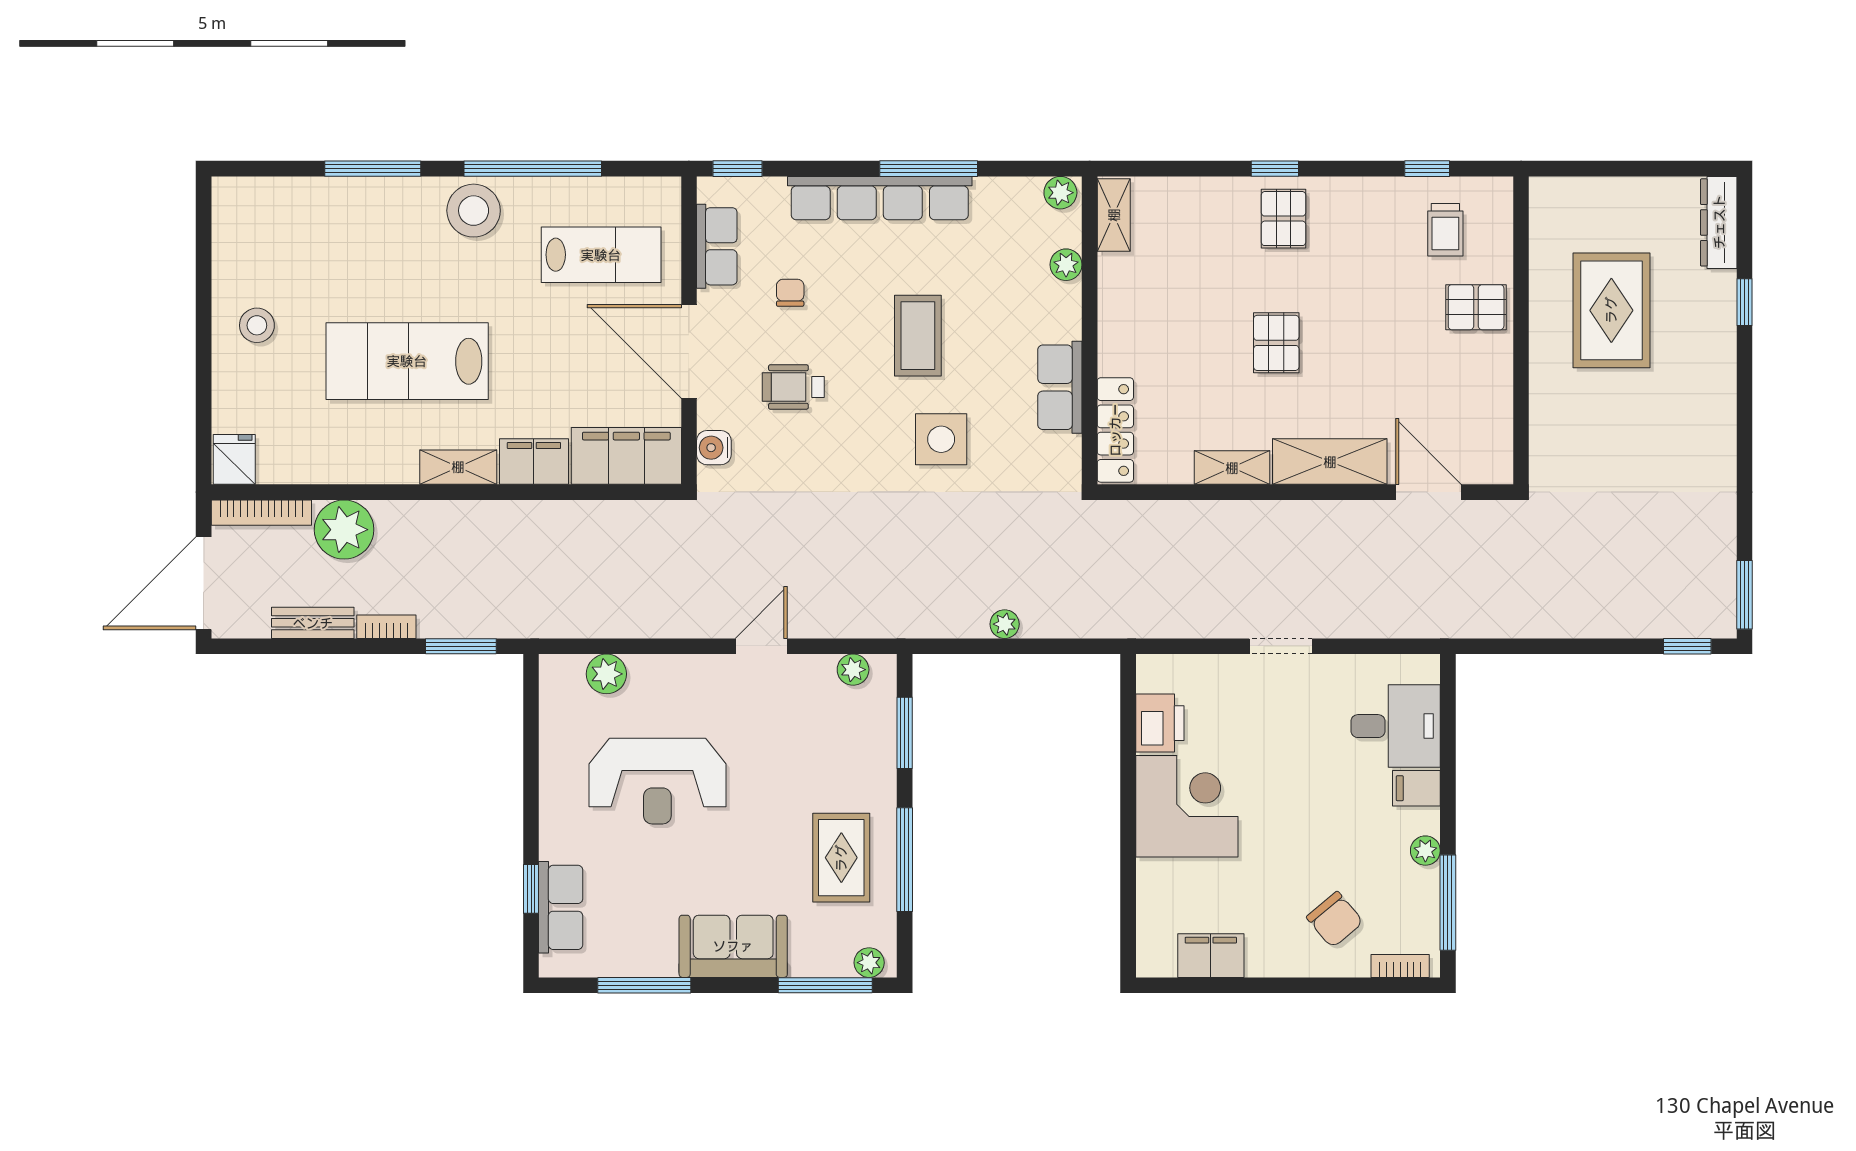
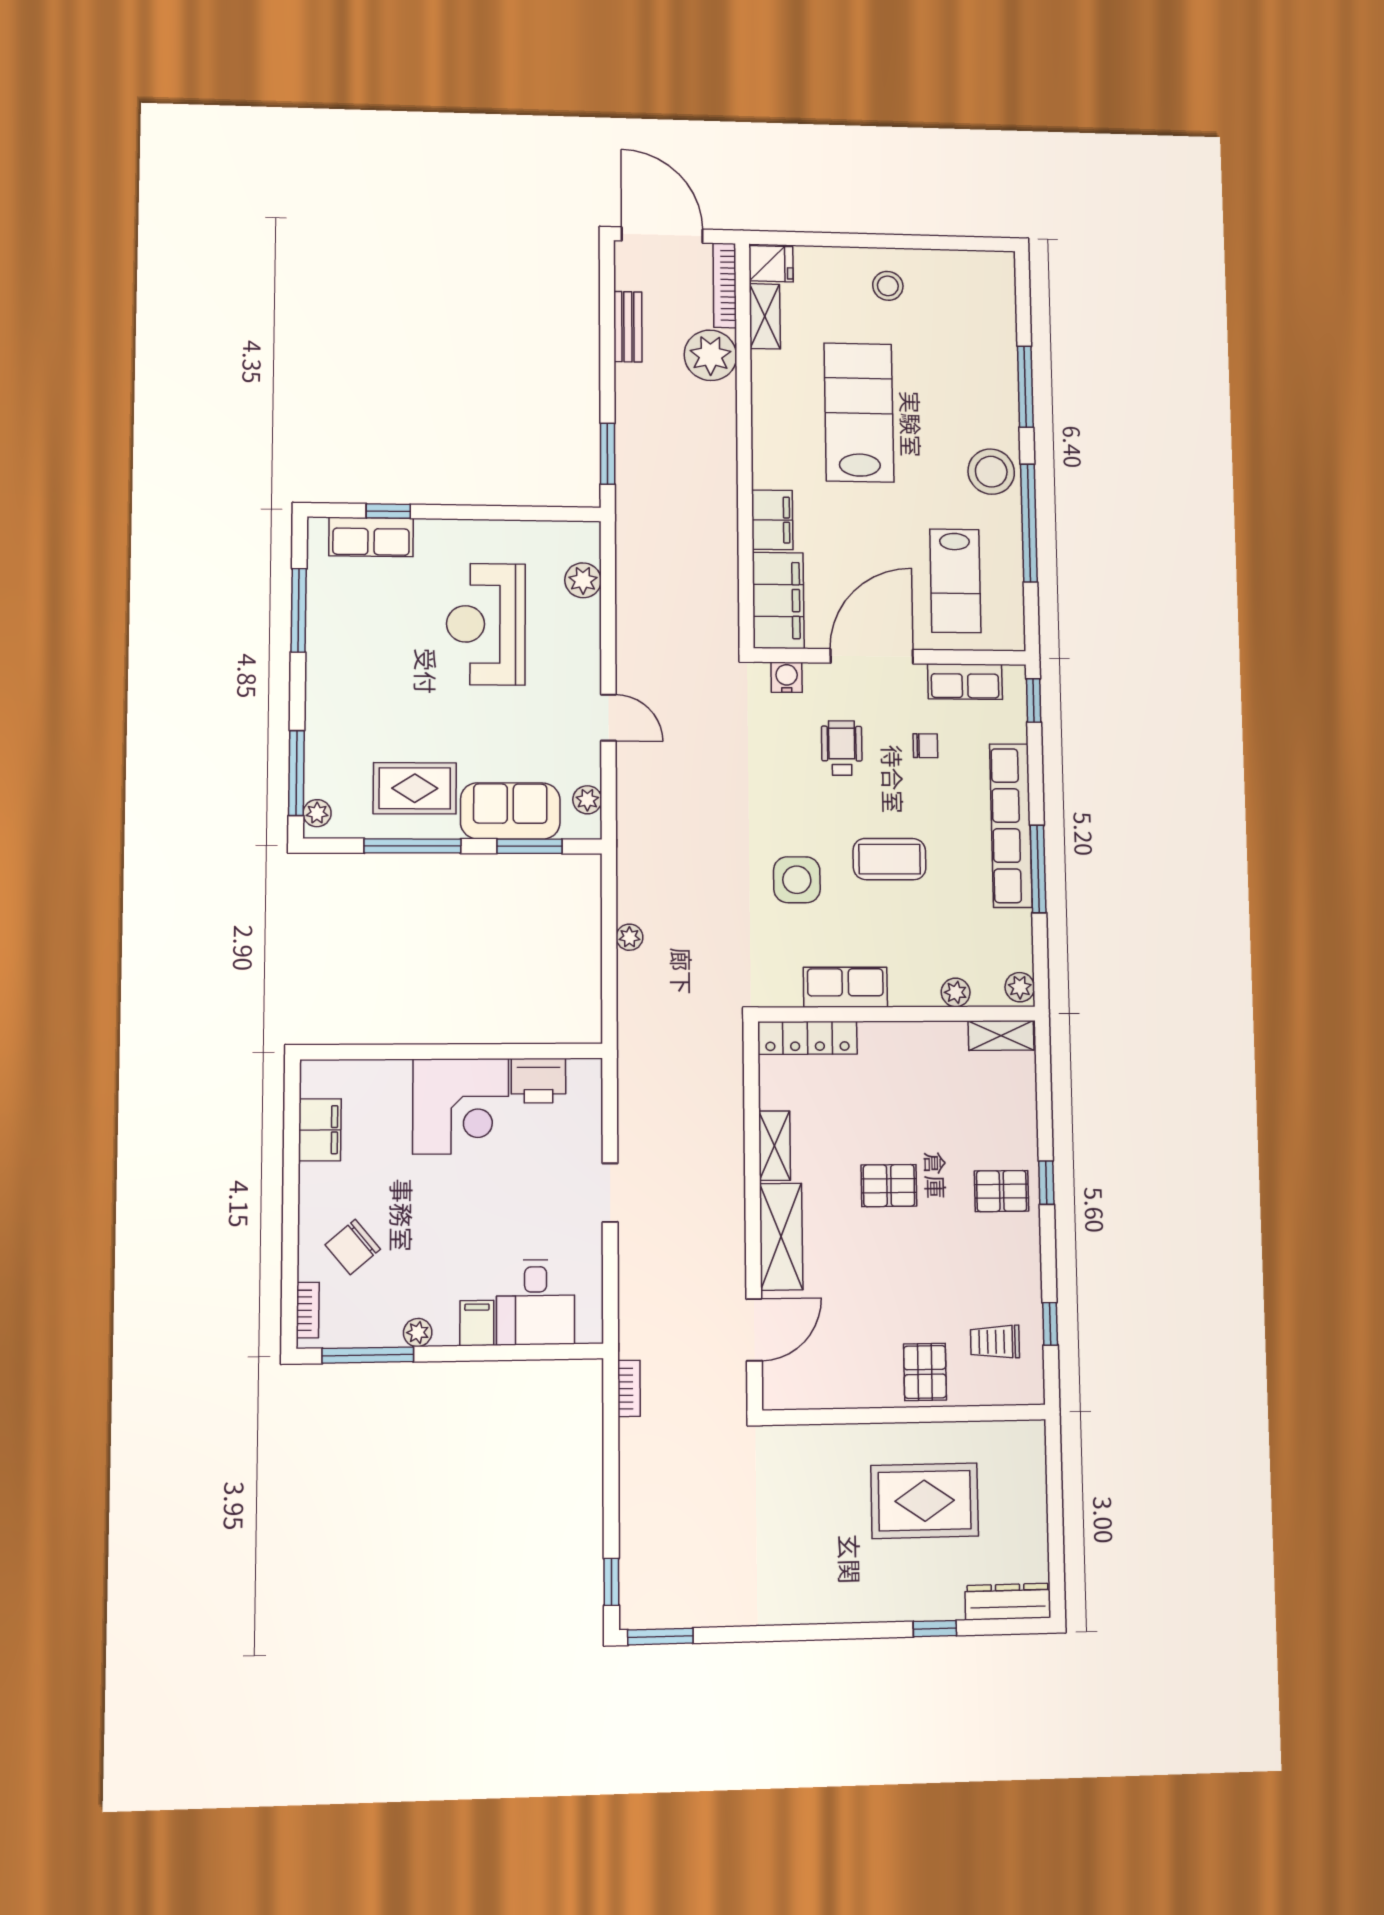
shelving: (458, 467) -> (765, 316), moved
bookcase: (386, 627) -> (629, 1388), moved
sofa: (733, 946) -> (510, 811), moved, turned -90

